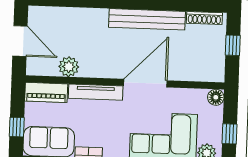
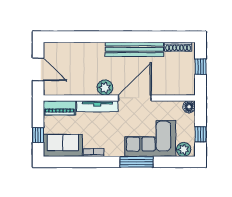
plant: (69, 67) -> (105, 88), moved

